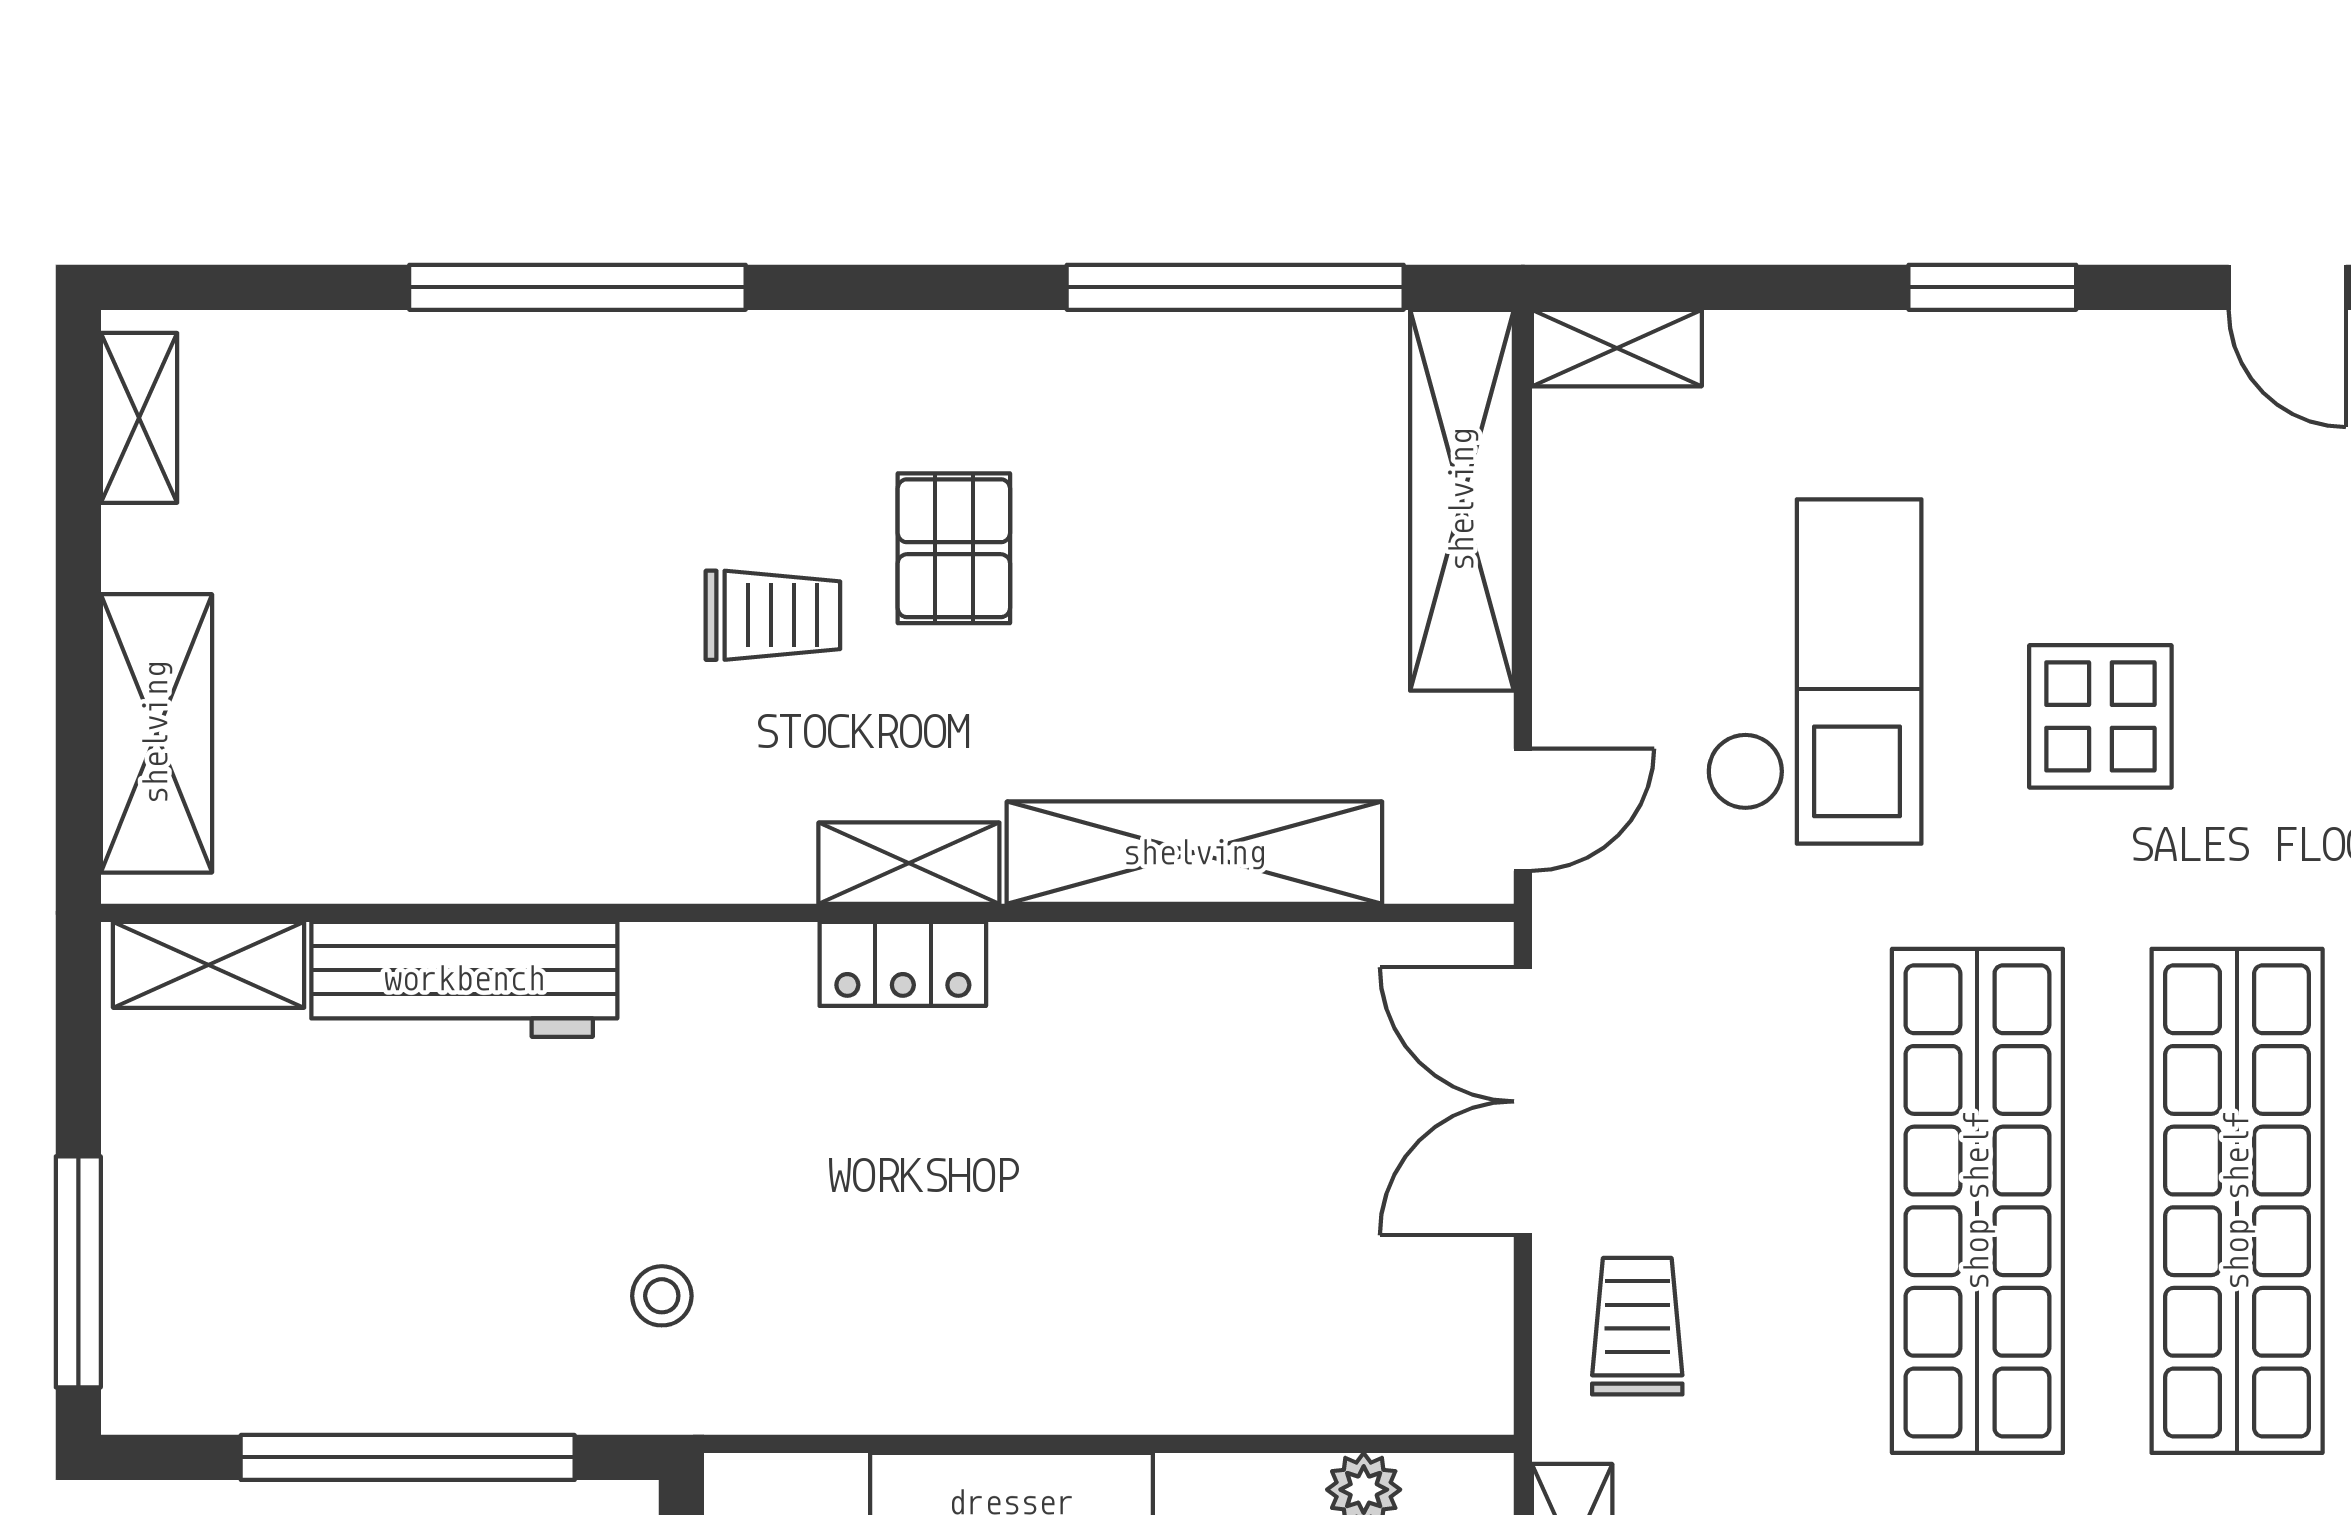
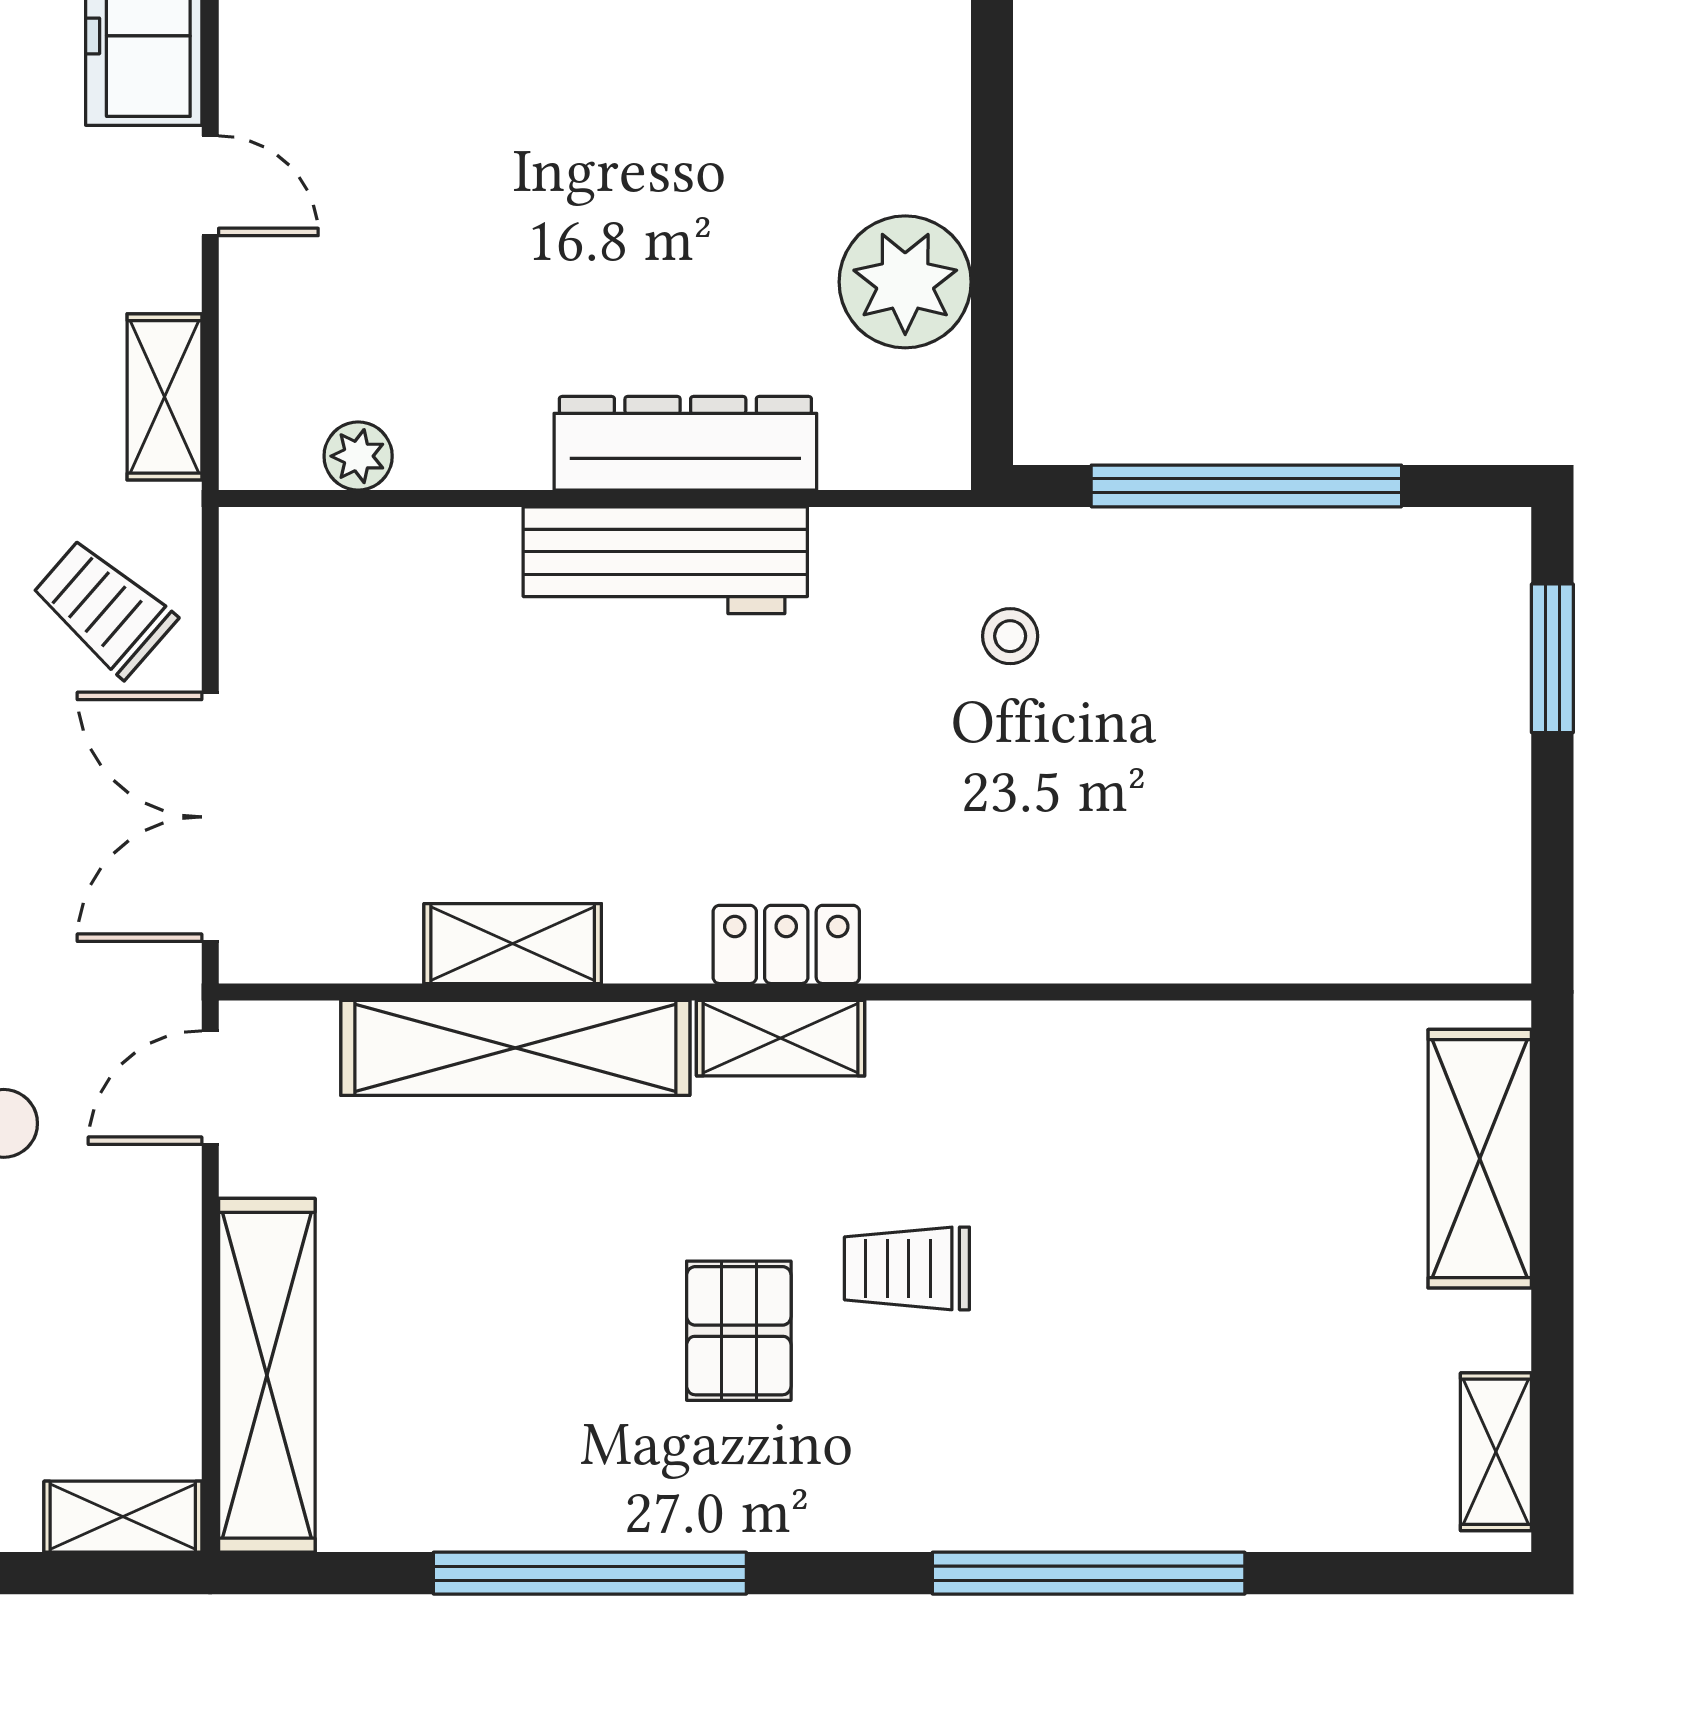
window: (1235, 287) -> (590, 1573), moved
shelving: (209, 965) -> (513, 944), moved
workbench: (464, 979) -> (665, 560), moved, turned 180
double door: (1523, 1101) -> (210, 817), swing flipped
window: (78, 1272) -> (1552, 658), width x0.69
trolley: (1637, 1326) -> (104, 608), turned 131

